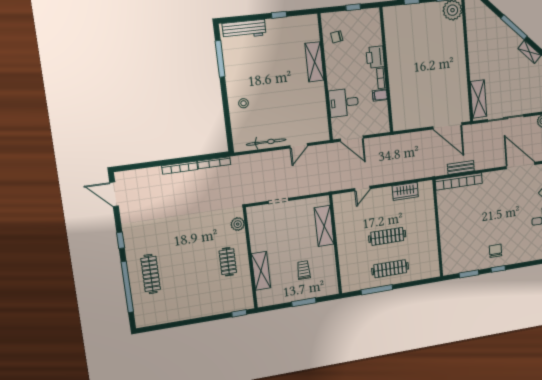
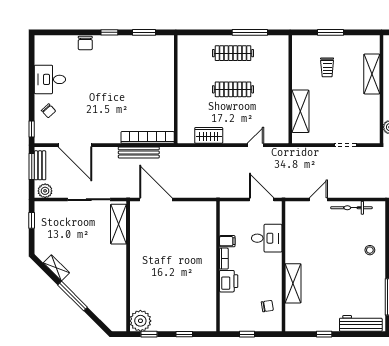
bench: (461, 168) -> (139, 152), width x1.36
chair: (495, 251) -> (85, 43), moved

